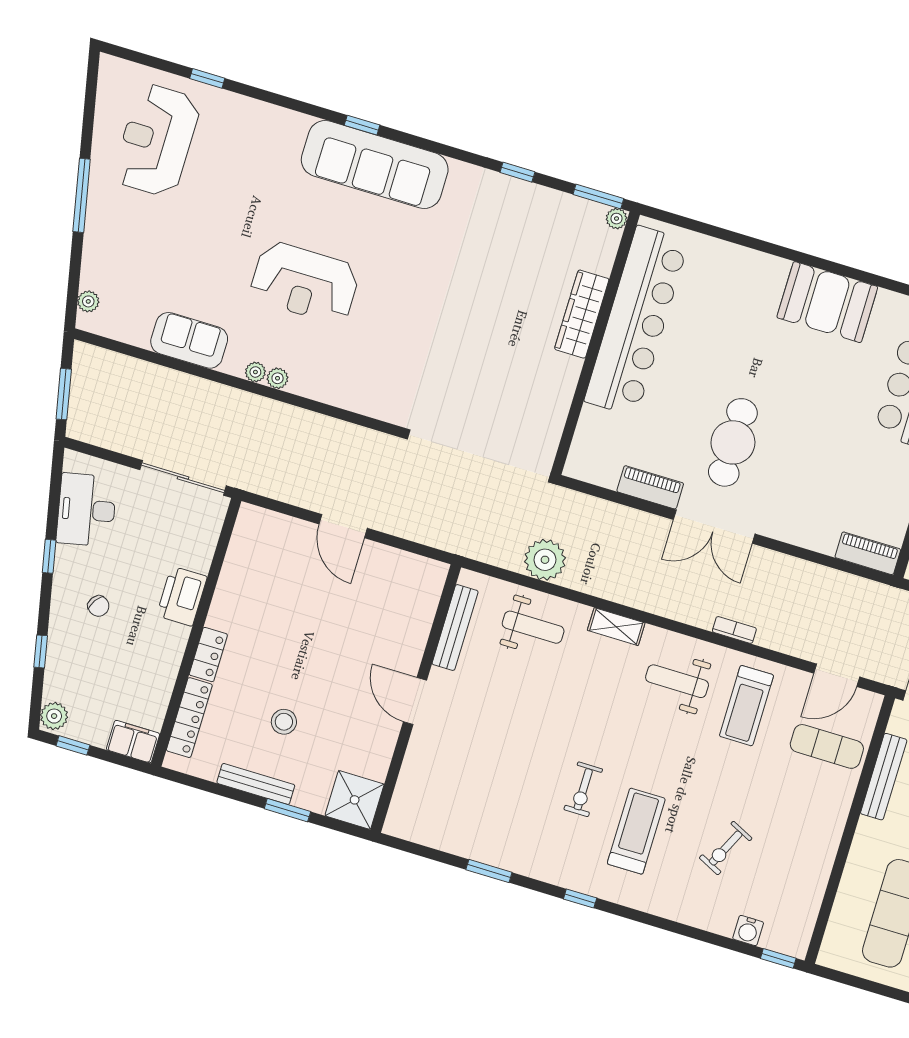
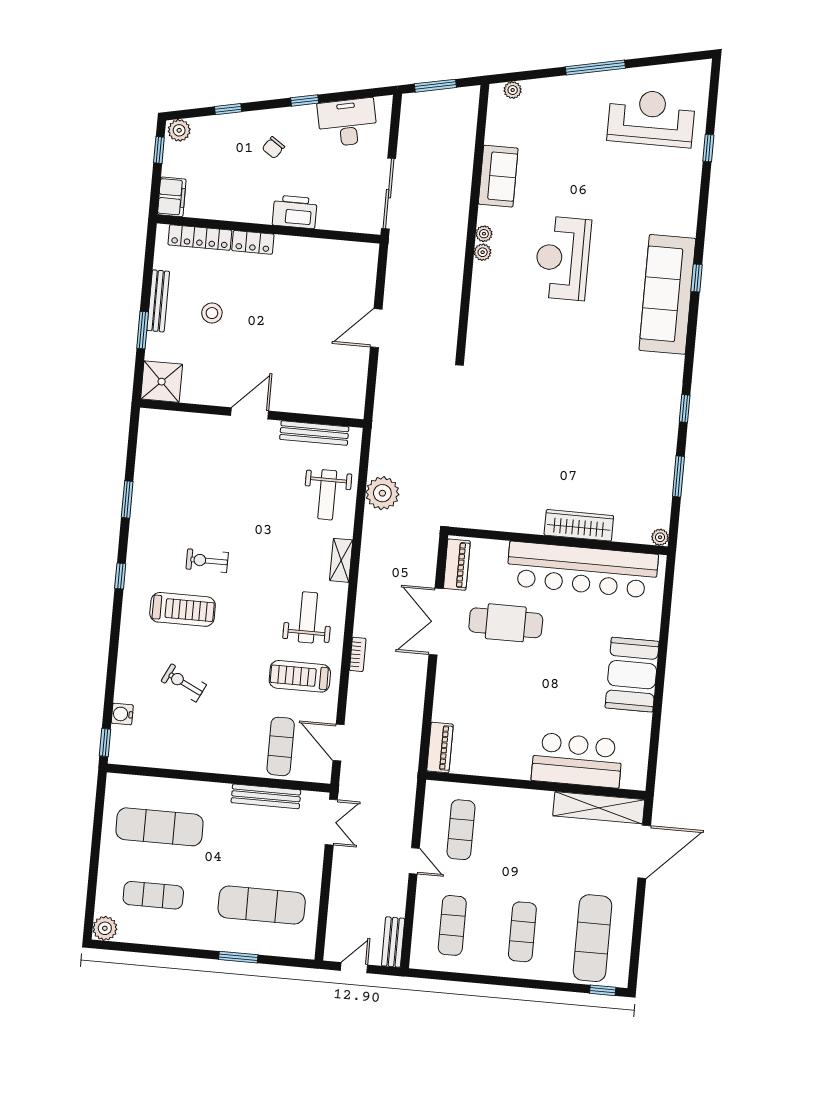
plant: (616, 219) -> (660, 537), moved
wardrobe: (582, 314) -> (579, 525), moved
bar counter: (637, 321) -> (582, 570), moved
wall: (595, 343) -> (558, 541), moved

